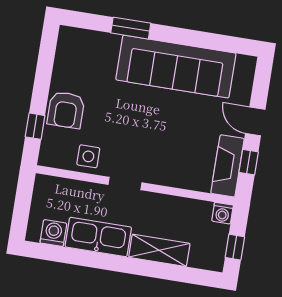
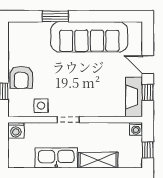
washing machine: (53, 233) -> (16, 130), moved, turned 180

